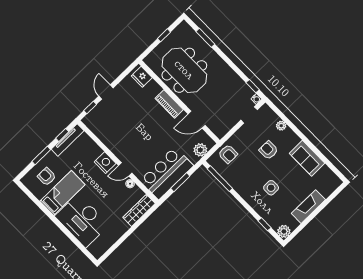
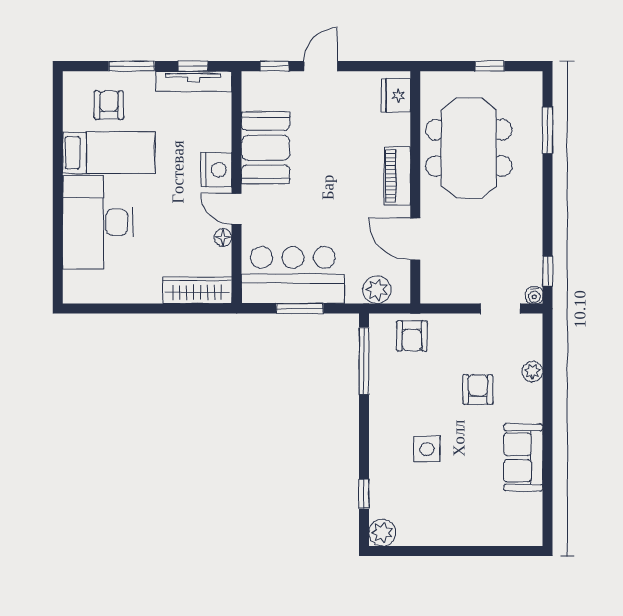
booth: (115, 139) -> (266, 148), added
fireplace: (308, 207) -> (455, 531), removed

